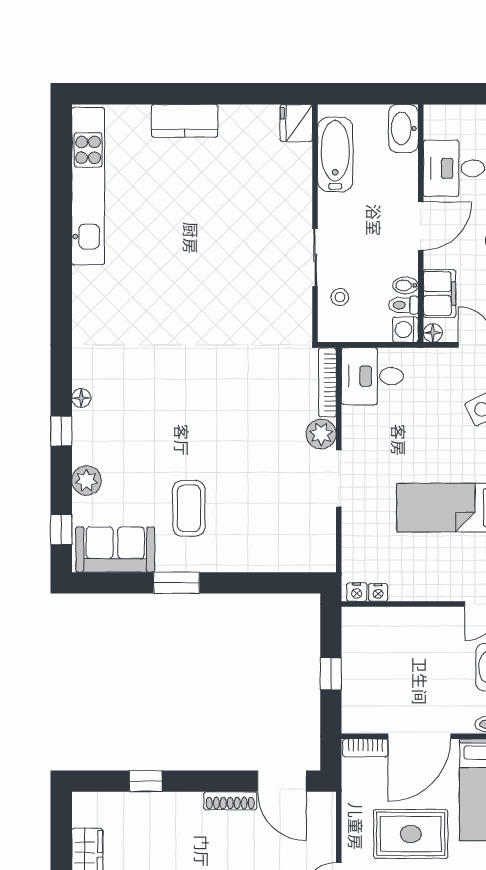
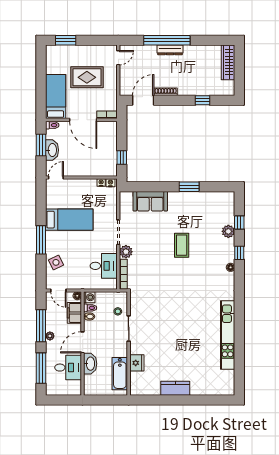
kitchen counter: (185, 121) -> (175, 388), moved
fridge: (296, 123) -> (137, 363), moved
washbasin: (403, 128) -> (90, 364), moved
kitchen unit: (88, 186) -> (228, 335), moved
desk: (372, 376) -> (104, 266), moved
coffee table: (189, 508) -> (182, 245), moved
window: (61, 530) -> (239, 223), moved
sofa: (115, 550) -> (150, 201), moved
window: (331, 674) -> (122, 158), moved
door: (419, 736) -> (83, 120), swing flipped
door: (282, 781) -> (143, 100), hinge flipped

